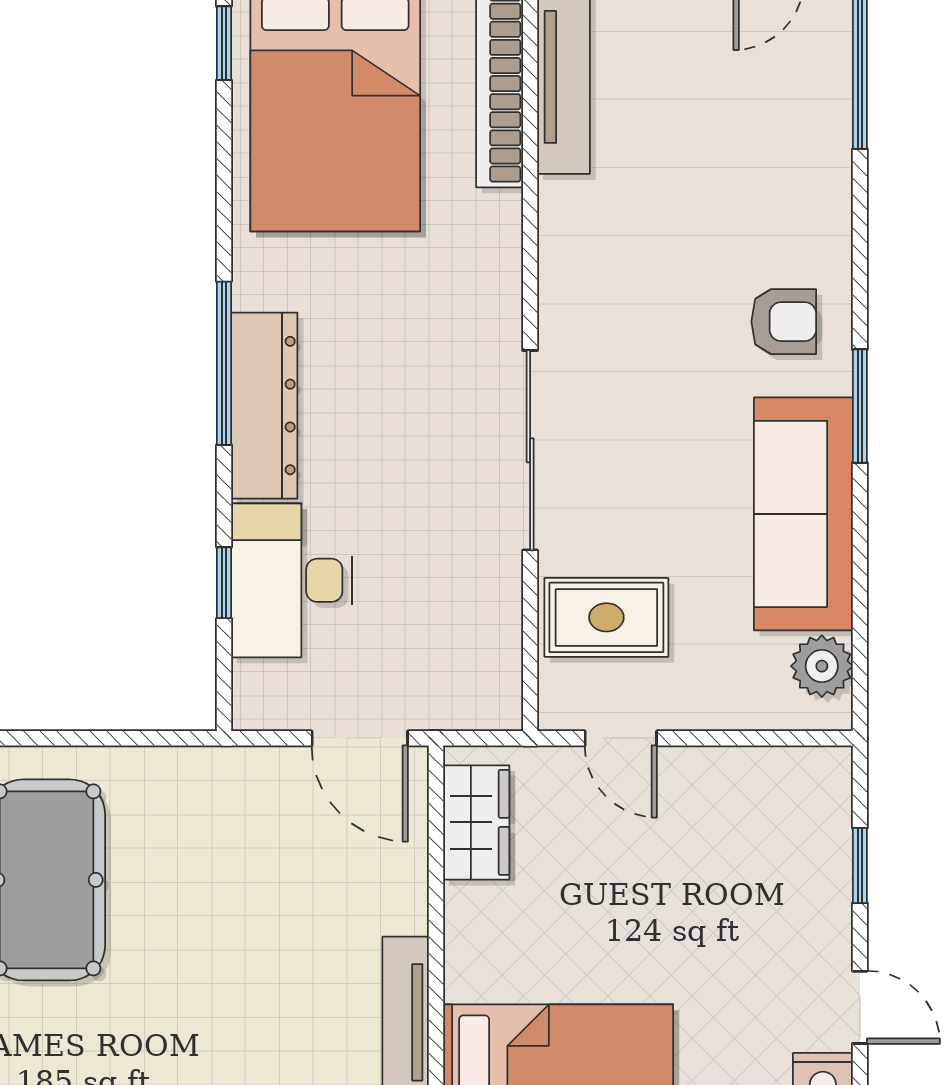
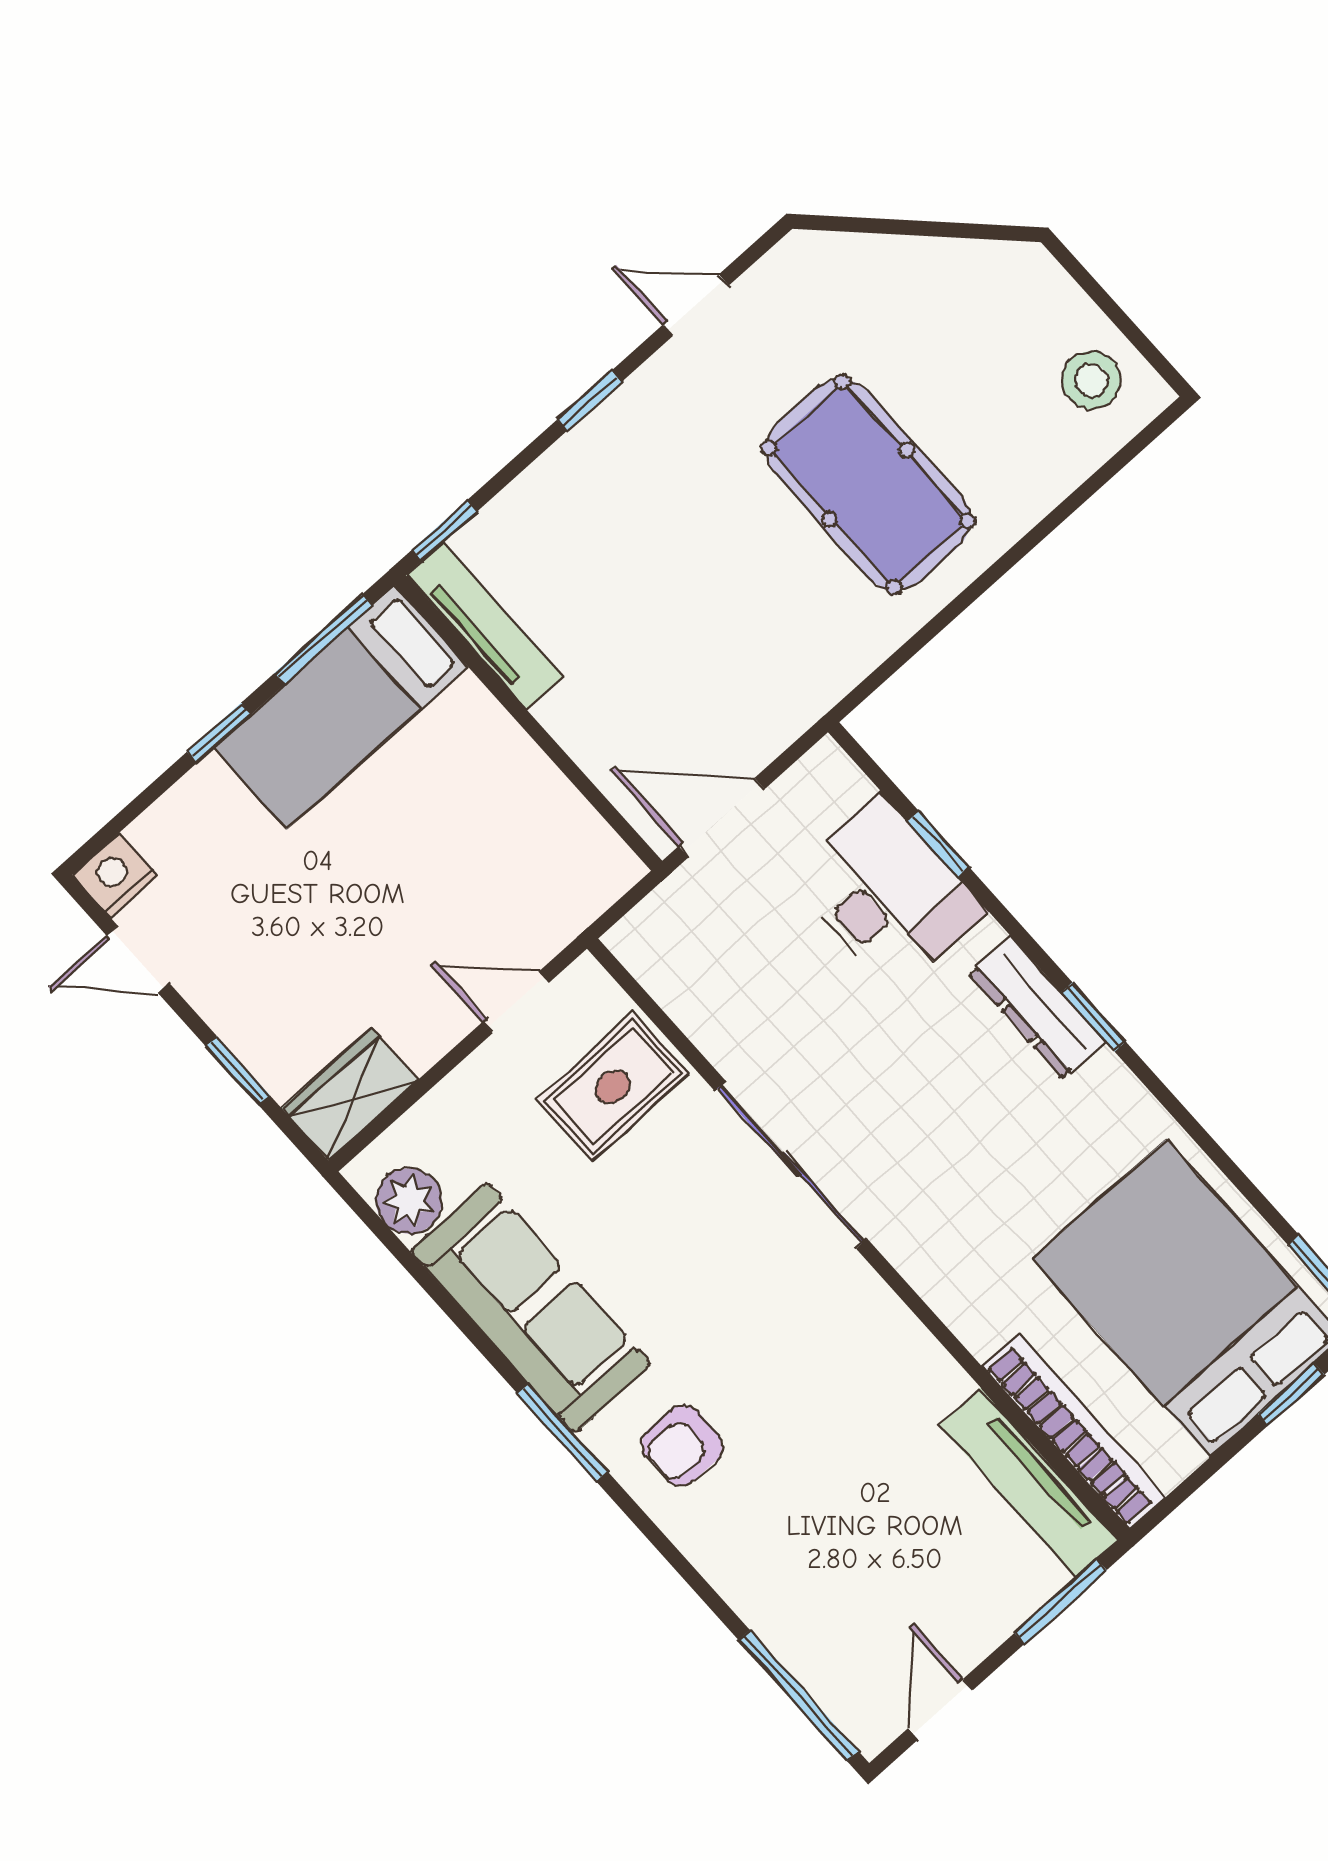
window: (224, 363) -> (1094, 1017), width x0.46
dresser: (264, 406) -> (1037, 1007), width x0.73, depth x0.80
wardrobe: (476, 822) -> (350, 1094), moved, turned 90

